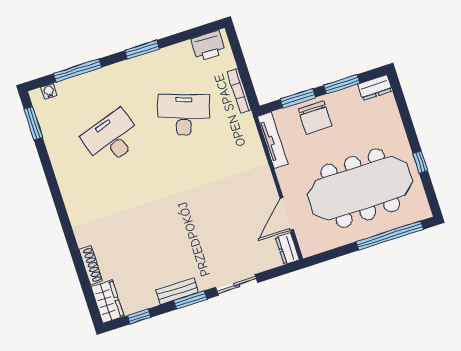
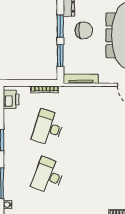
chair: (315, 117) -> (84, 30), moved
desk: (112, 138) -> (48, 176), turned 39

